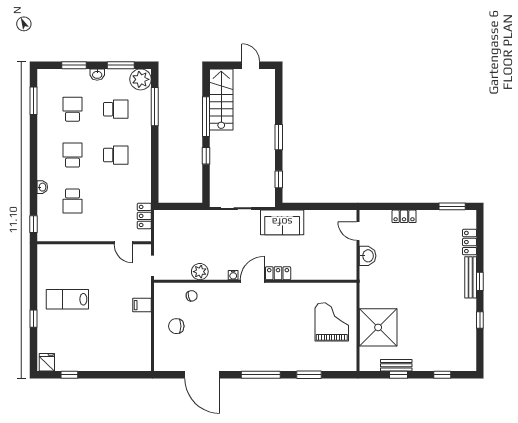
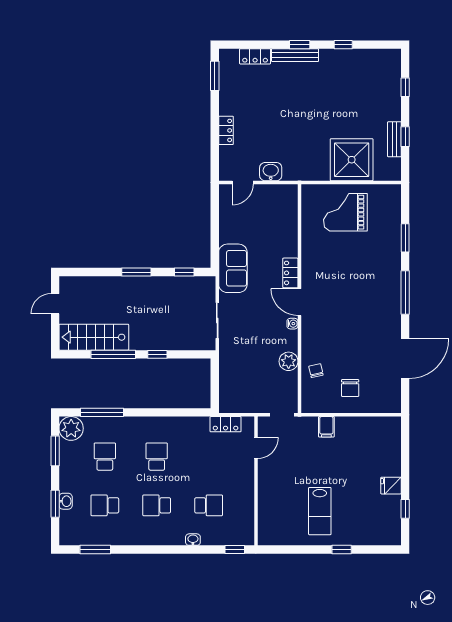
washbasin: (97, 75) -> (66, 501), moved
fridge: (47, 362) -> (391, 486), moved

